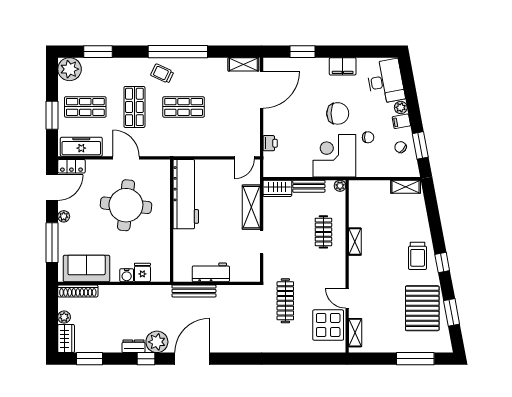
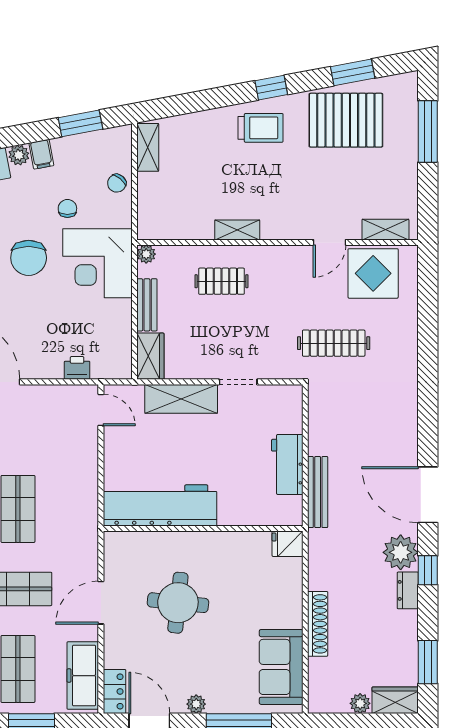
chair: (338, 113) -> (29, 258), turned 180
chair: (401, 147) -> (117, 183), moved
round table: (126, 205) -> (178, 603), width x0.73, depth x0.73
fridge: (142, 272) -> (288, 544), moved
water cooler: (127, 275) -> (292, 602), removed
shoe rack: (78, 291) -> (318, 624), moved

